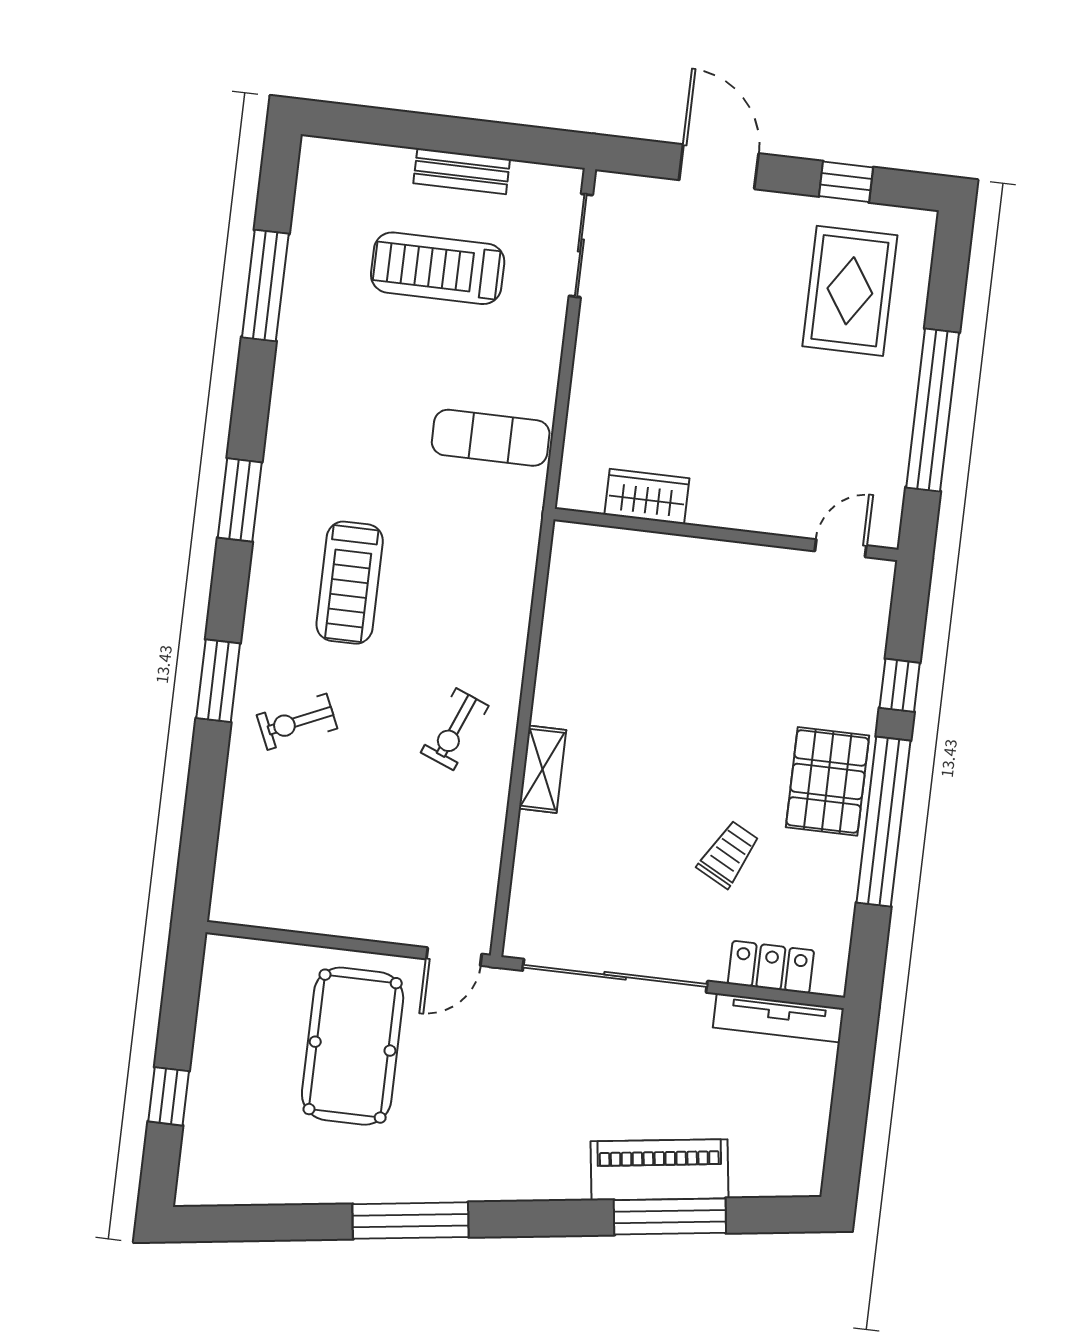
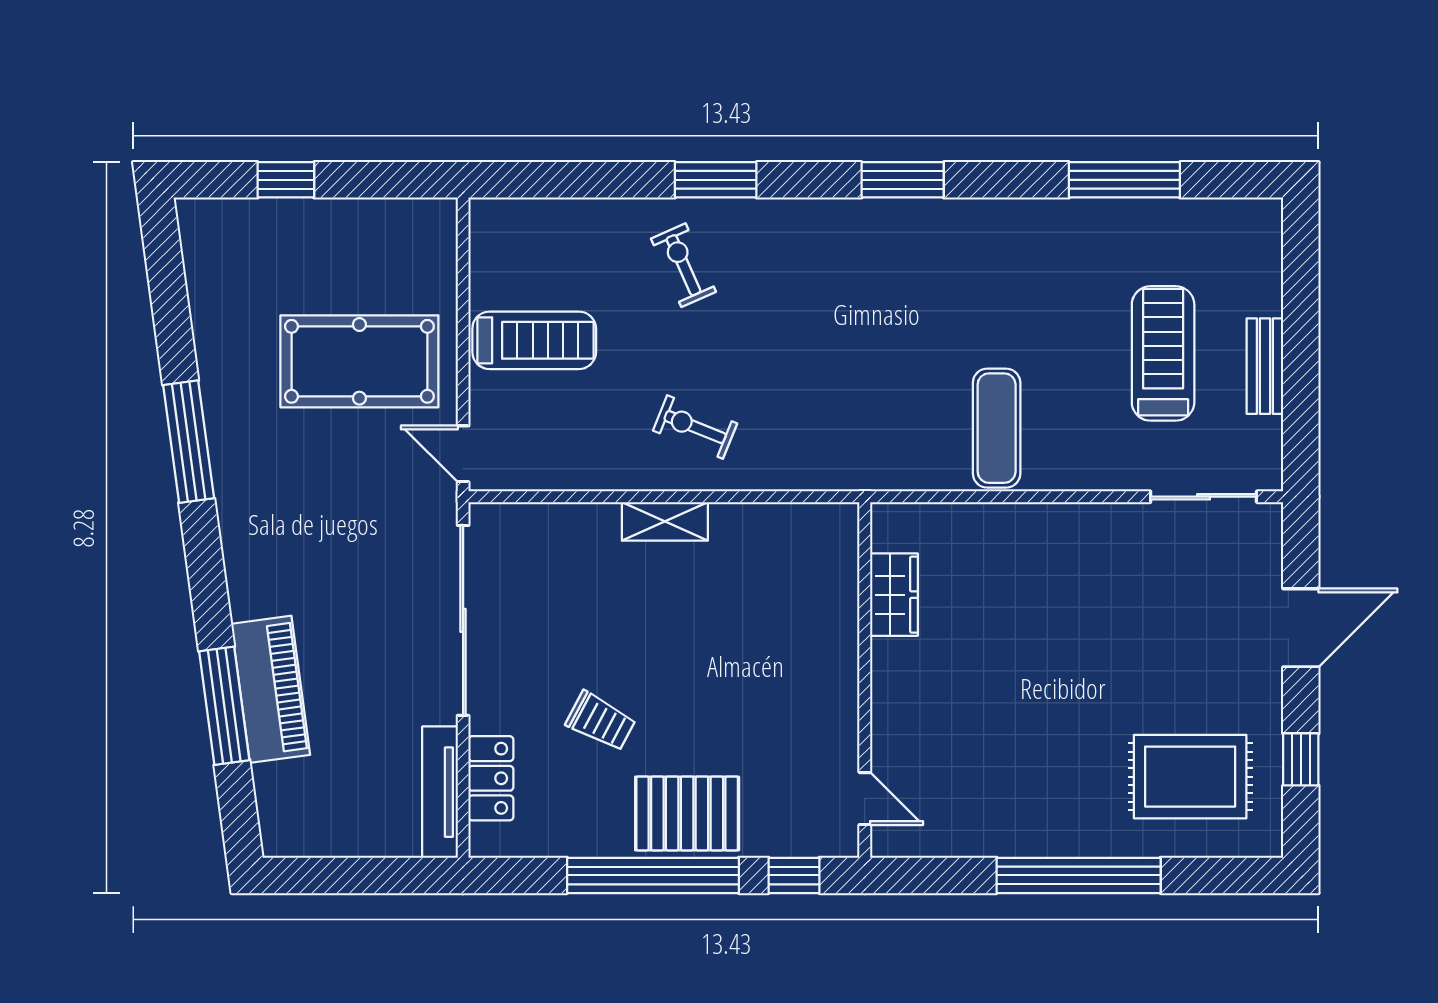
wardrobe: (647, 496) -> (894, 595), moved
wall: (726, 535) -> (865, 680), moved
door: (841, 548) -> (865, 799), moved
treadmill: (350, 583) -> (534, 340), moved, turned 180

